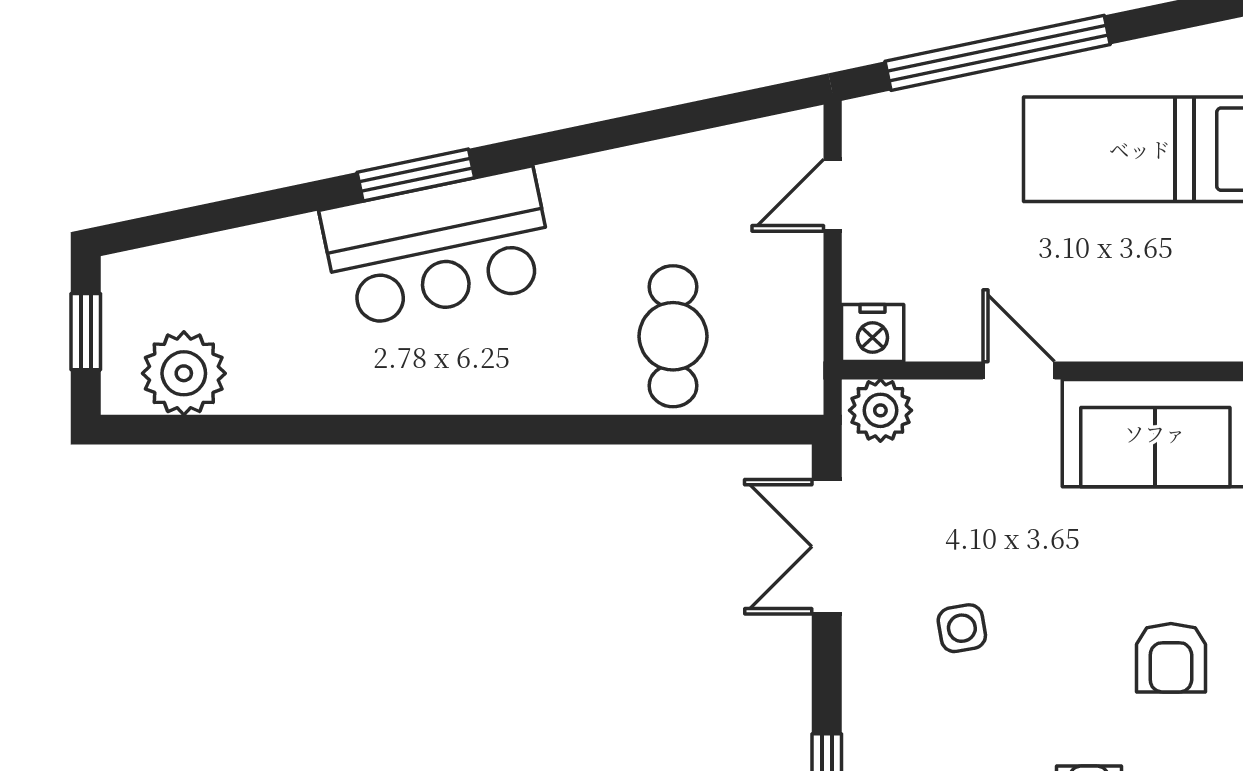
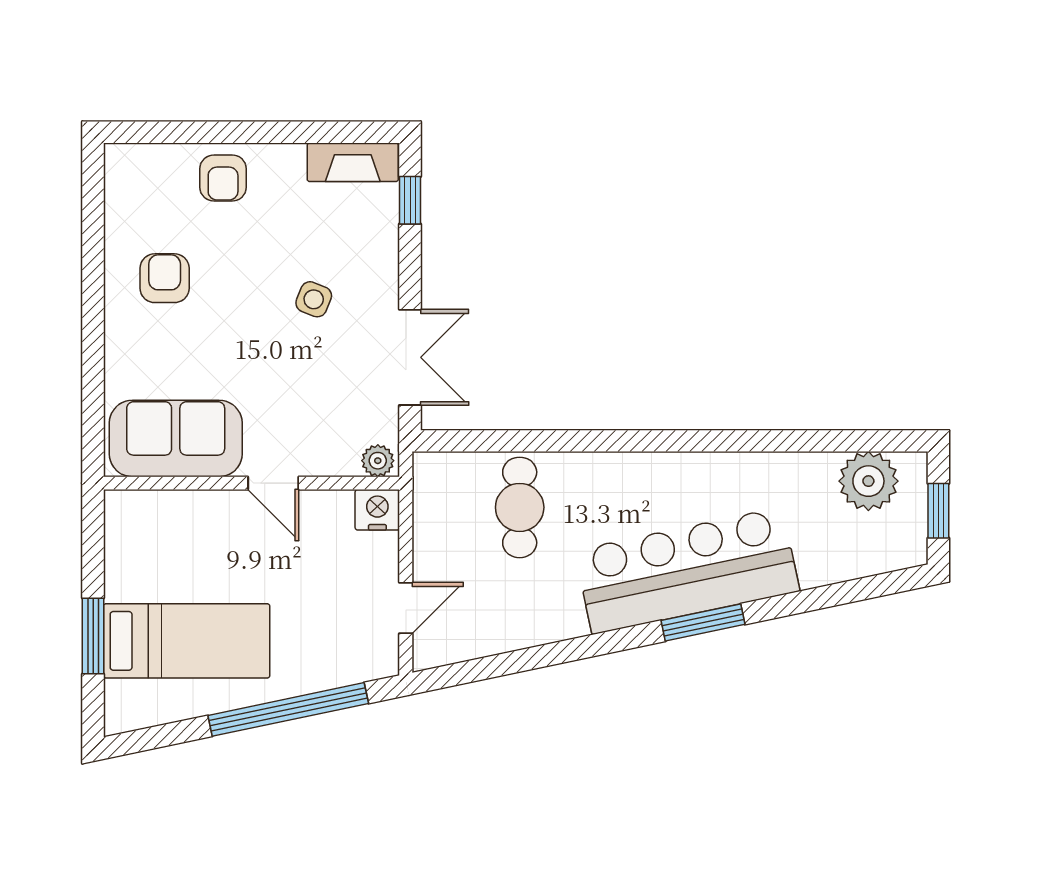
bar counter: (438, 247) -> (687, 571), width x1.36
plant: (880, 410) -> (378, 461), width x0.73, depth x0.73
side table: (962, 628) -> (314, 299), turned 32

